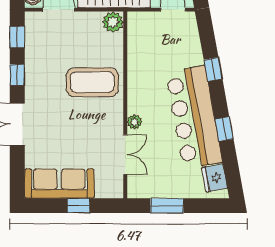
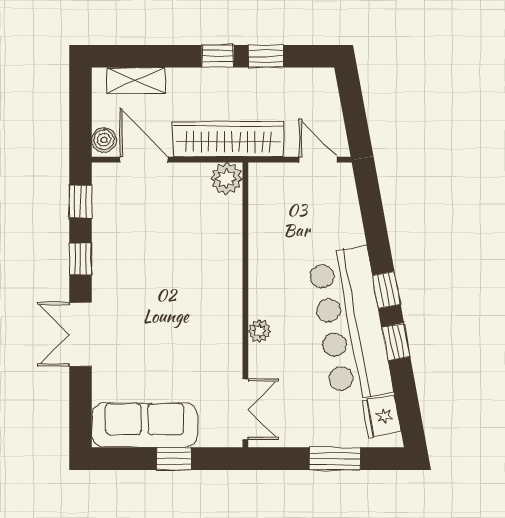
window: (213, 69) -> (386, 290), moved
coffee table: (92, 82) -> (195, 270), removed
double door: (125, 155) -> (245, 409), moved
window: (167, 206) -> (335, 459), moved

